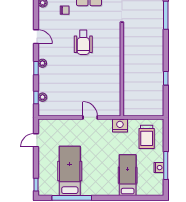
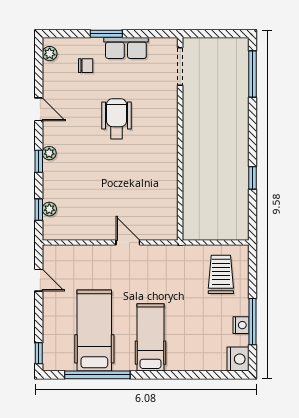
wheelchair: (83, 42) -> (117, 119), turned 180
nightstand: (120, 125) -> (238, 359), moved, turned 90
trolley: (147, 137) -> (221, 274), turned 180
door: (36, 140) -> (39, 280), swing flipped
hospital bed: (128, 175) -> (151, 337), moved

